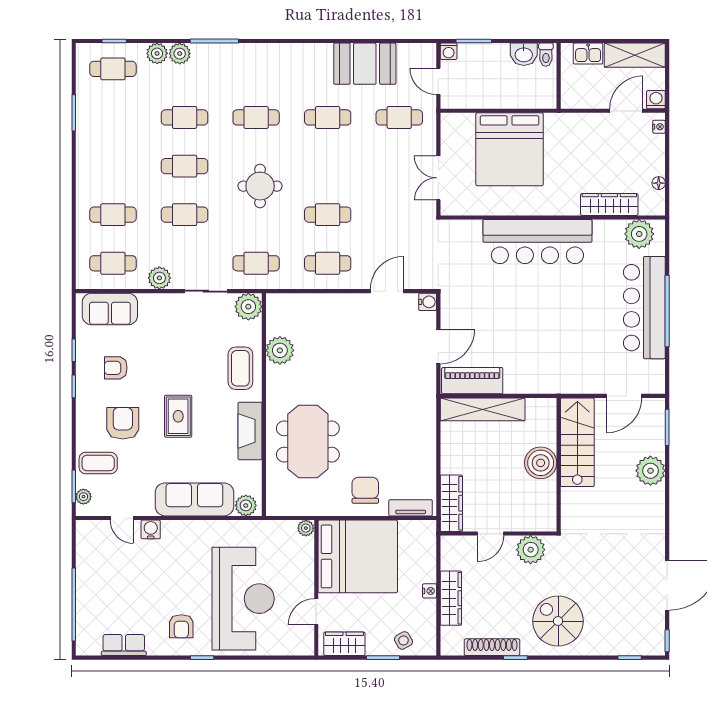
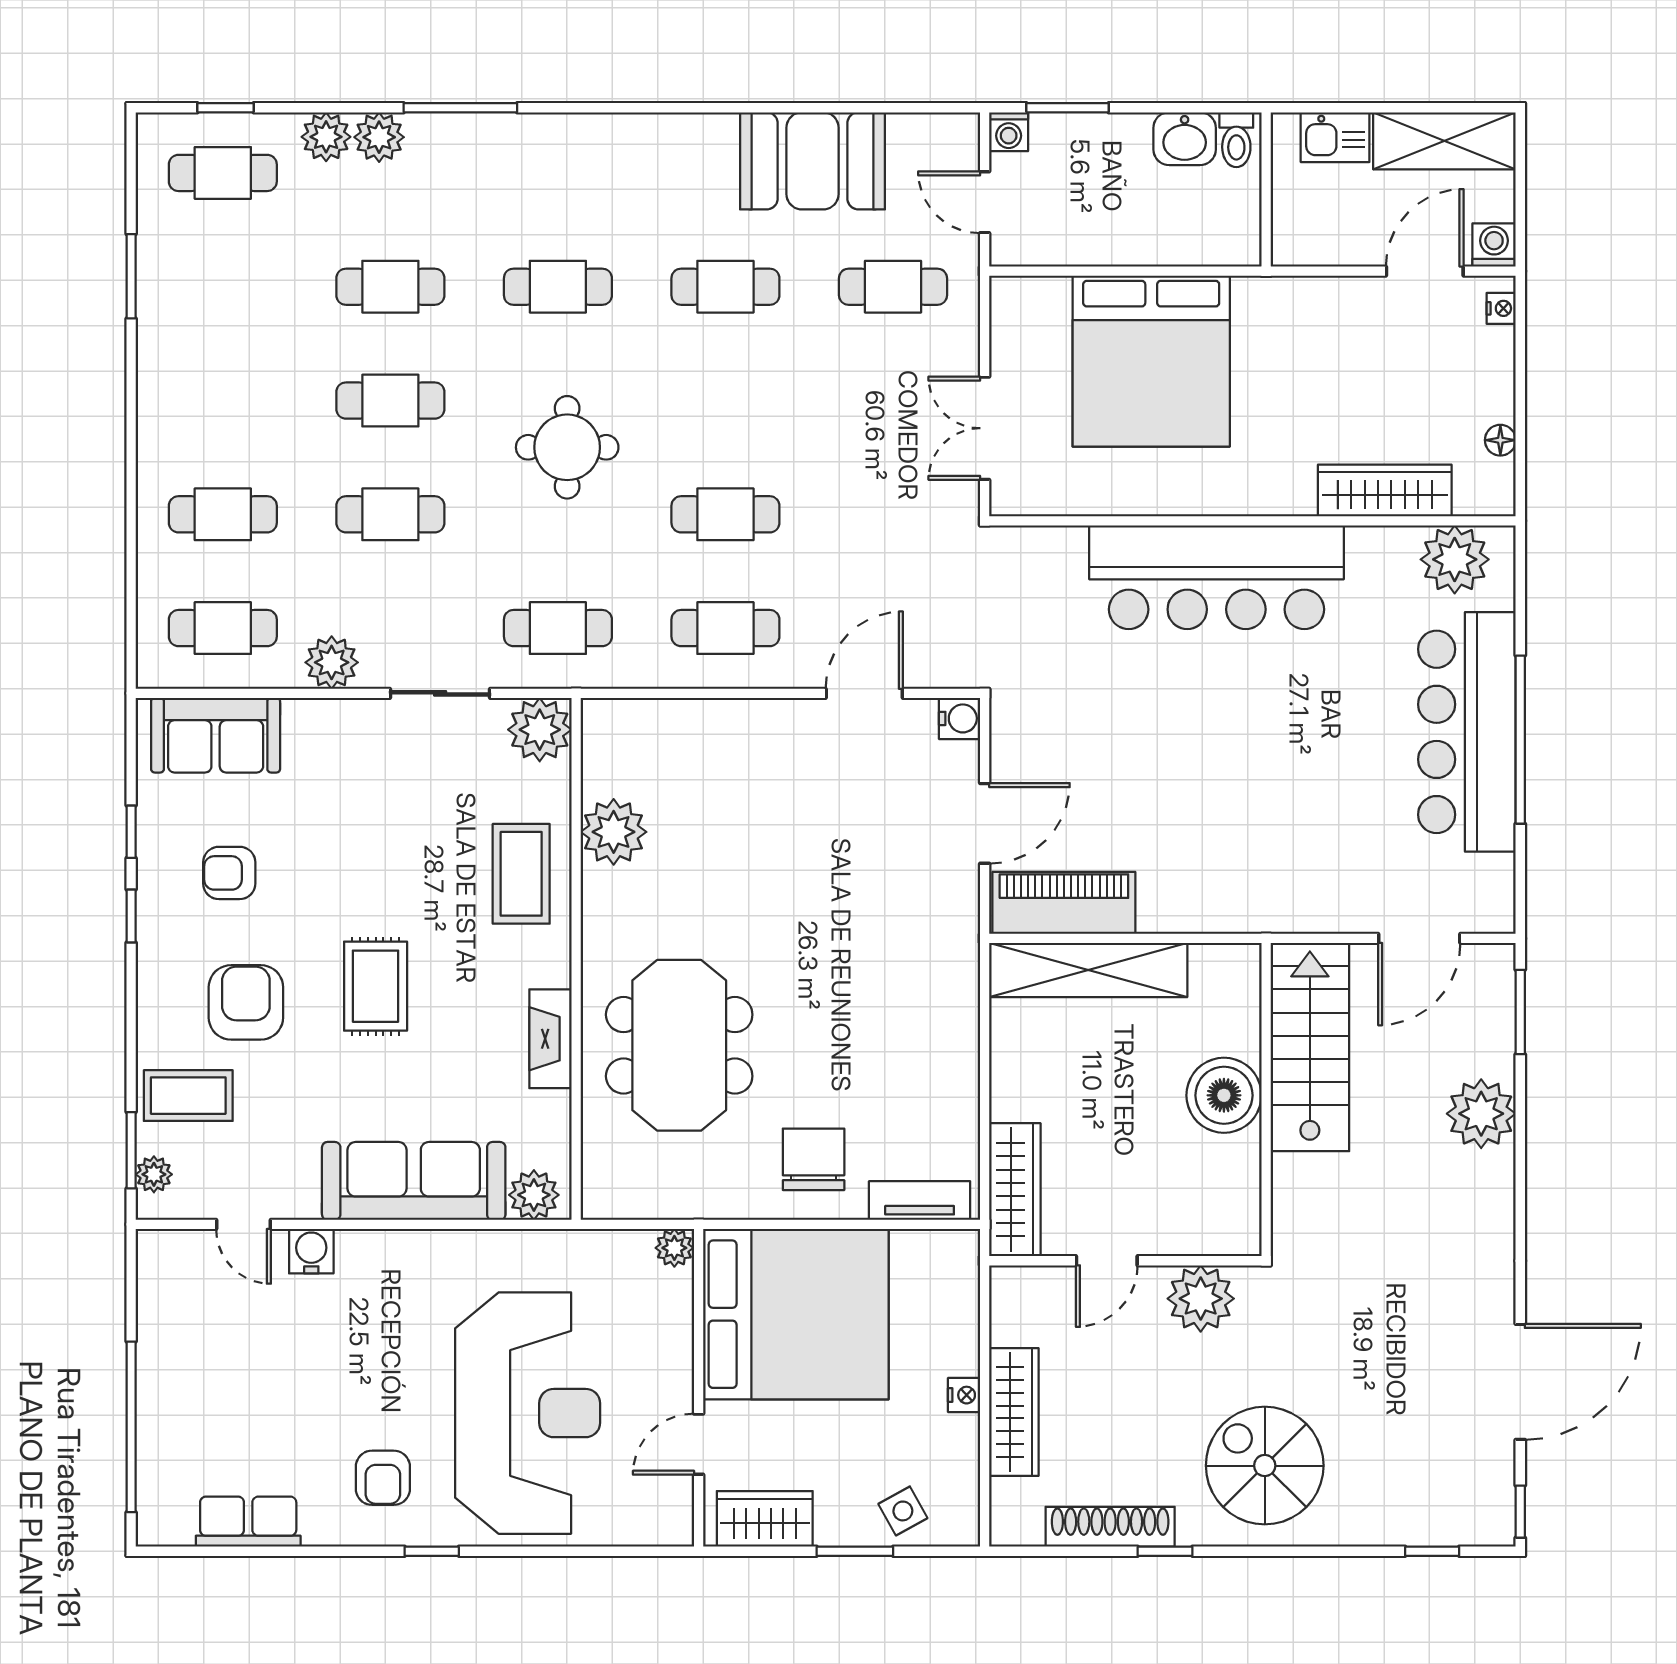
fireplace: (250, 431) -> (550, 1039), width x0.73, depth x0.76

